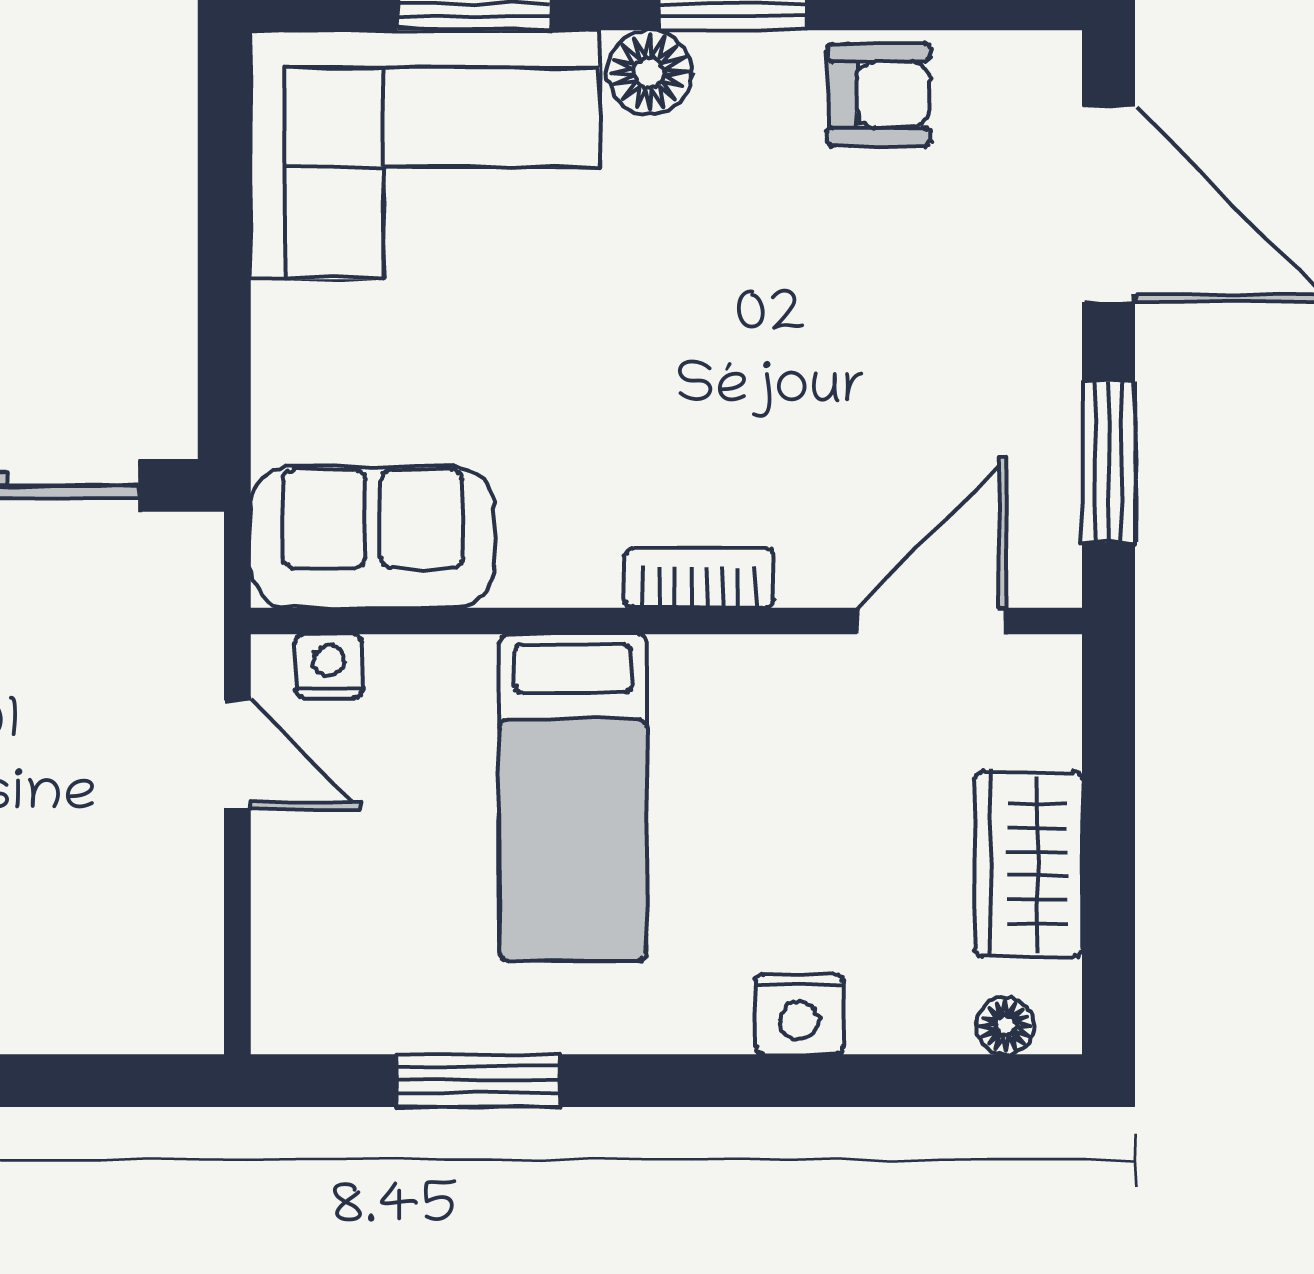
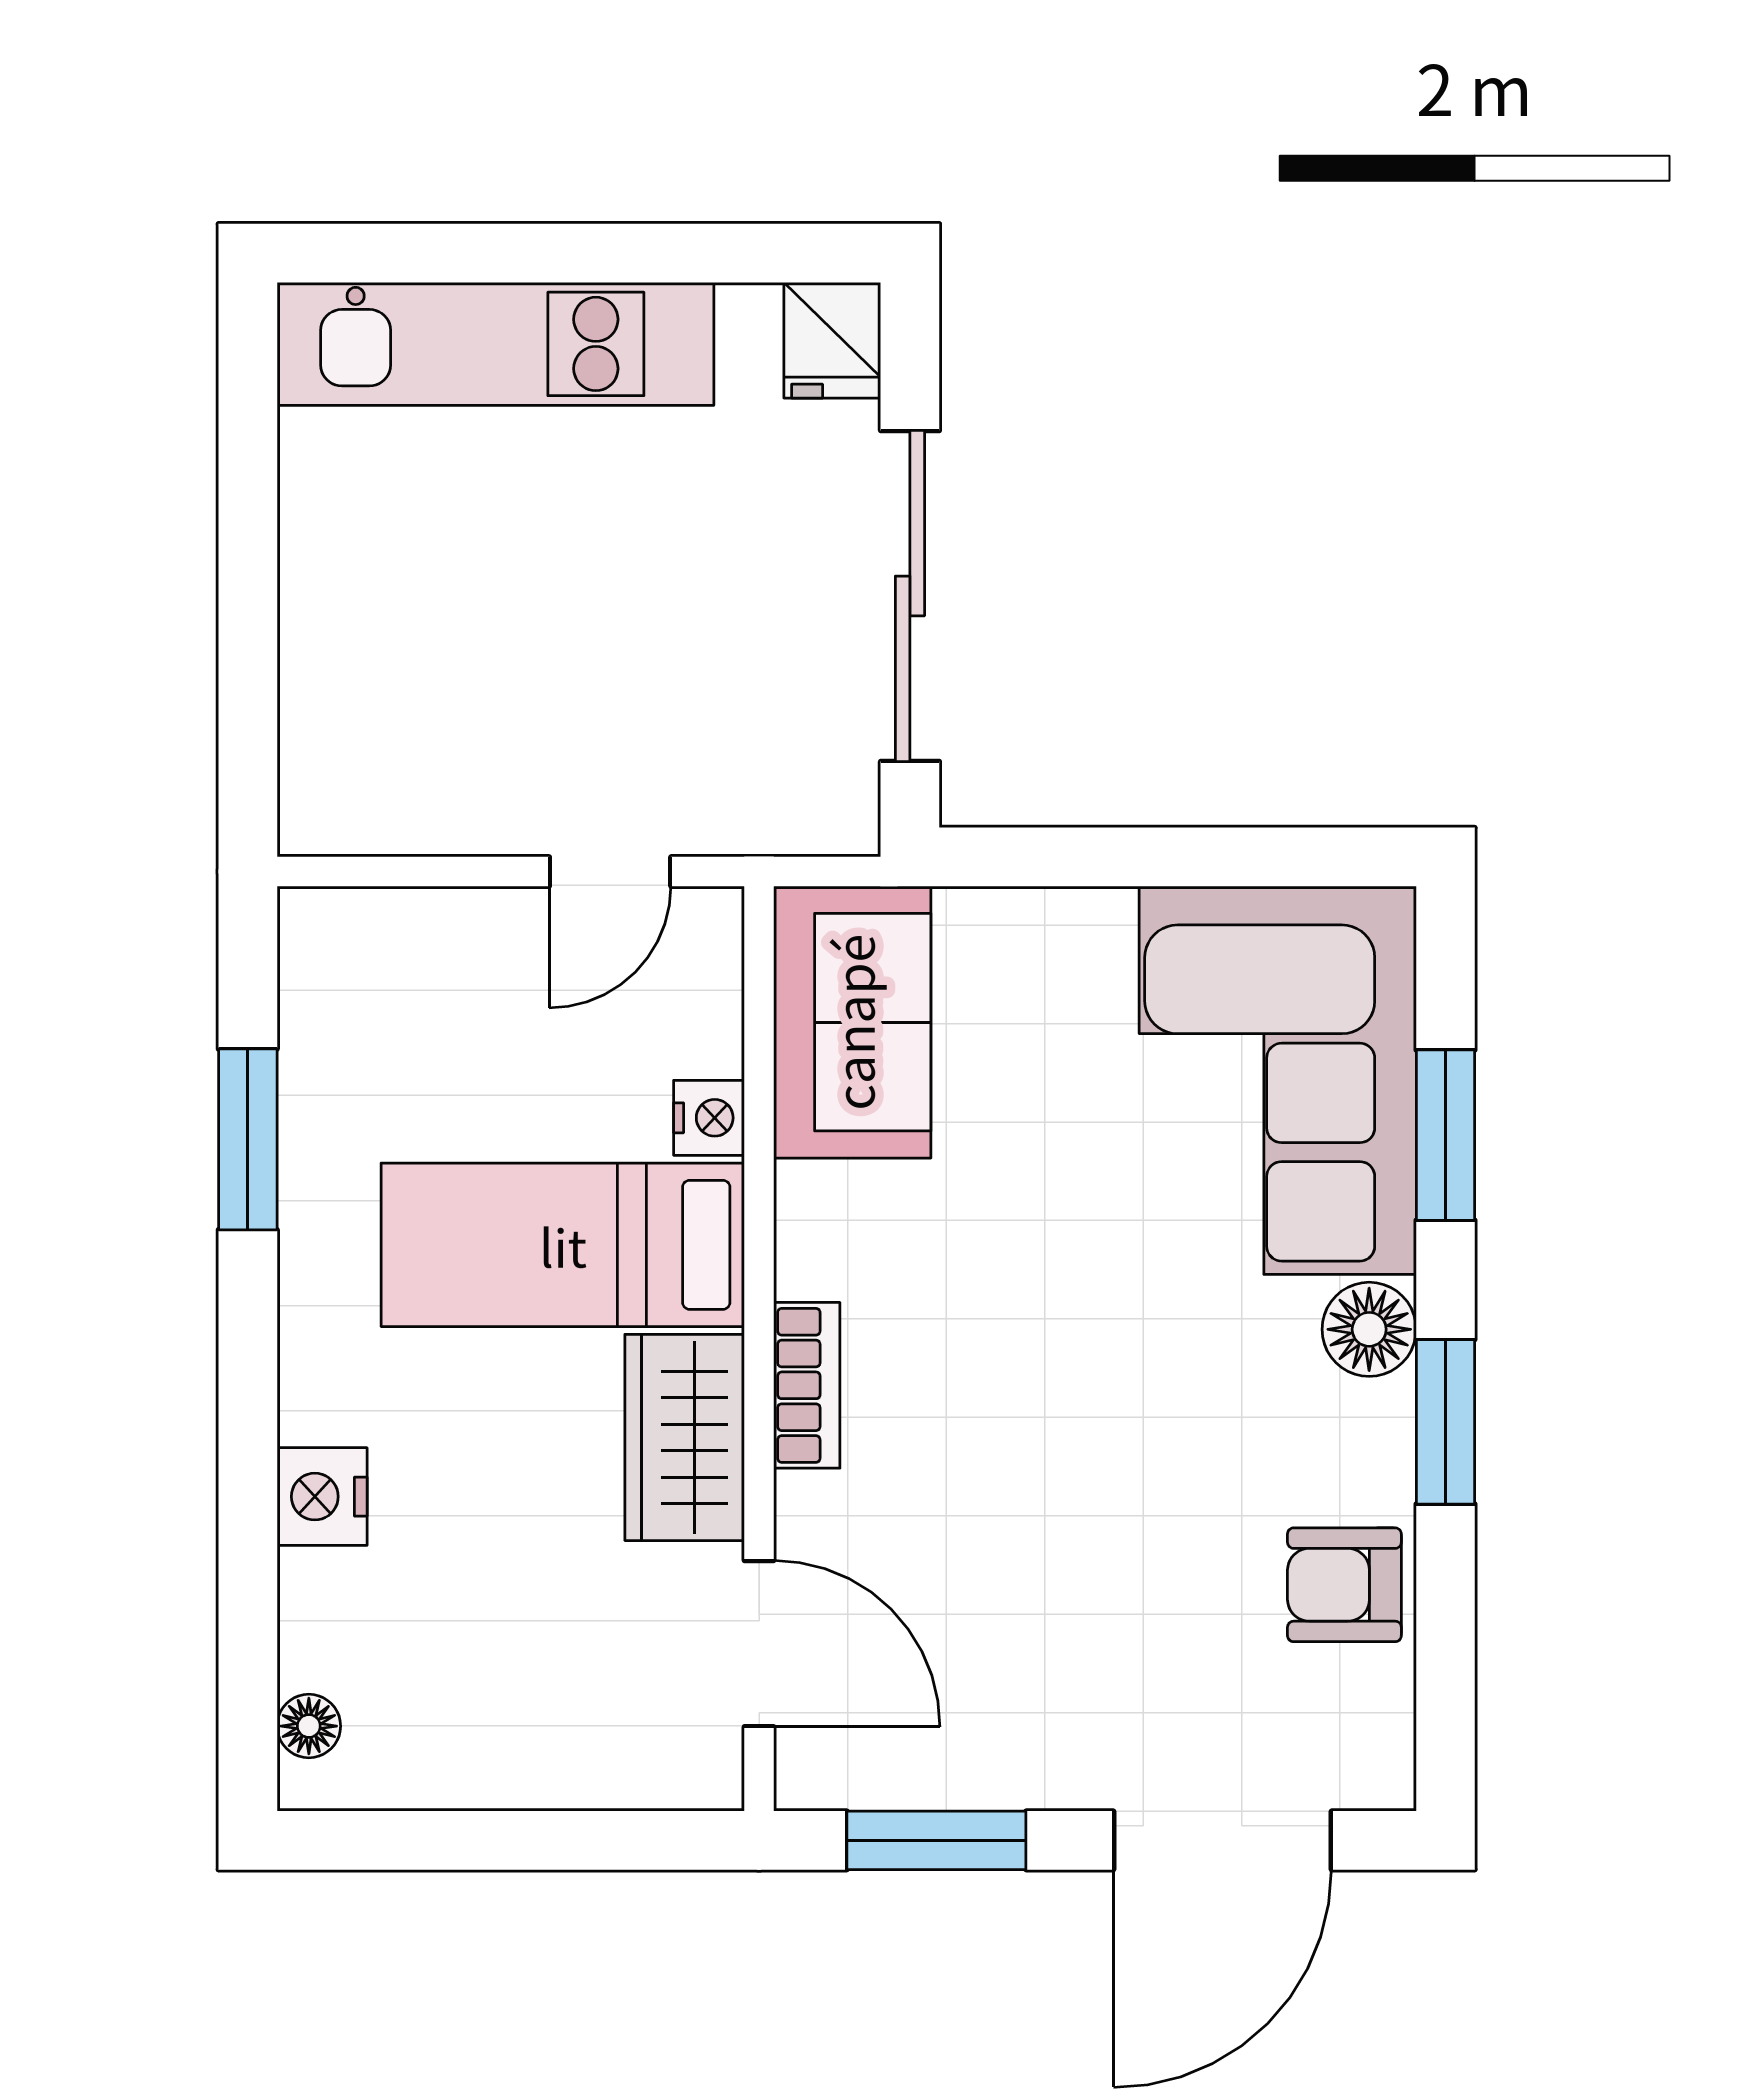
armchair: (879, 95) -> (1344, 1585), turned 90
nightstand: (329, 666) -> (709, 1118), moved
wardrobe: (1028, 864) -> (685, 1437), moved, turned -90

